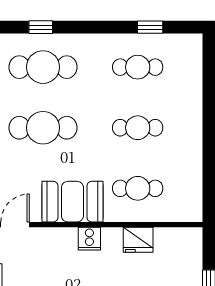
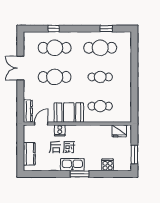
cafe table: (138, 67) -> (100, 48), width x1.37, depth x1.35
cooker: (89, 239) -> (60, 130), moved
fridge: (138, 240) -> (119, 131), moved

